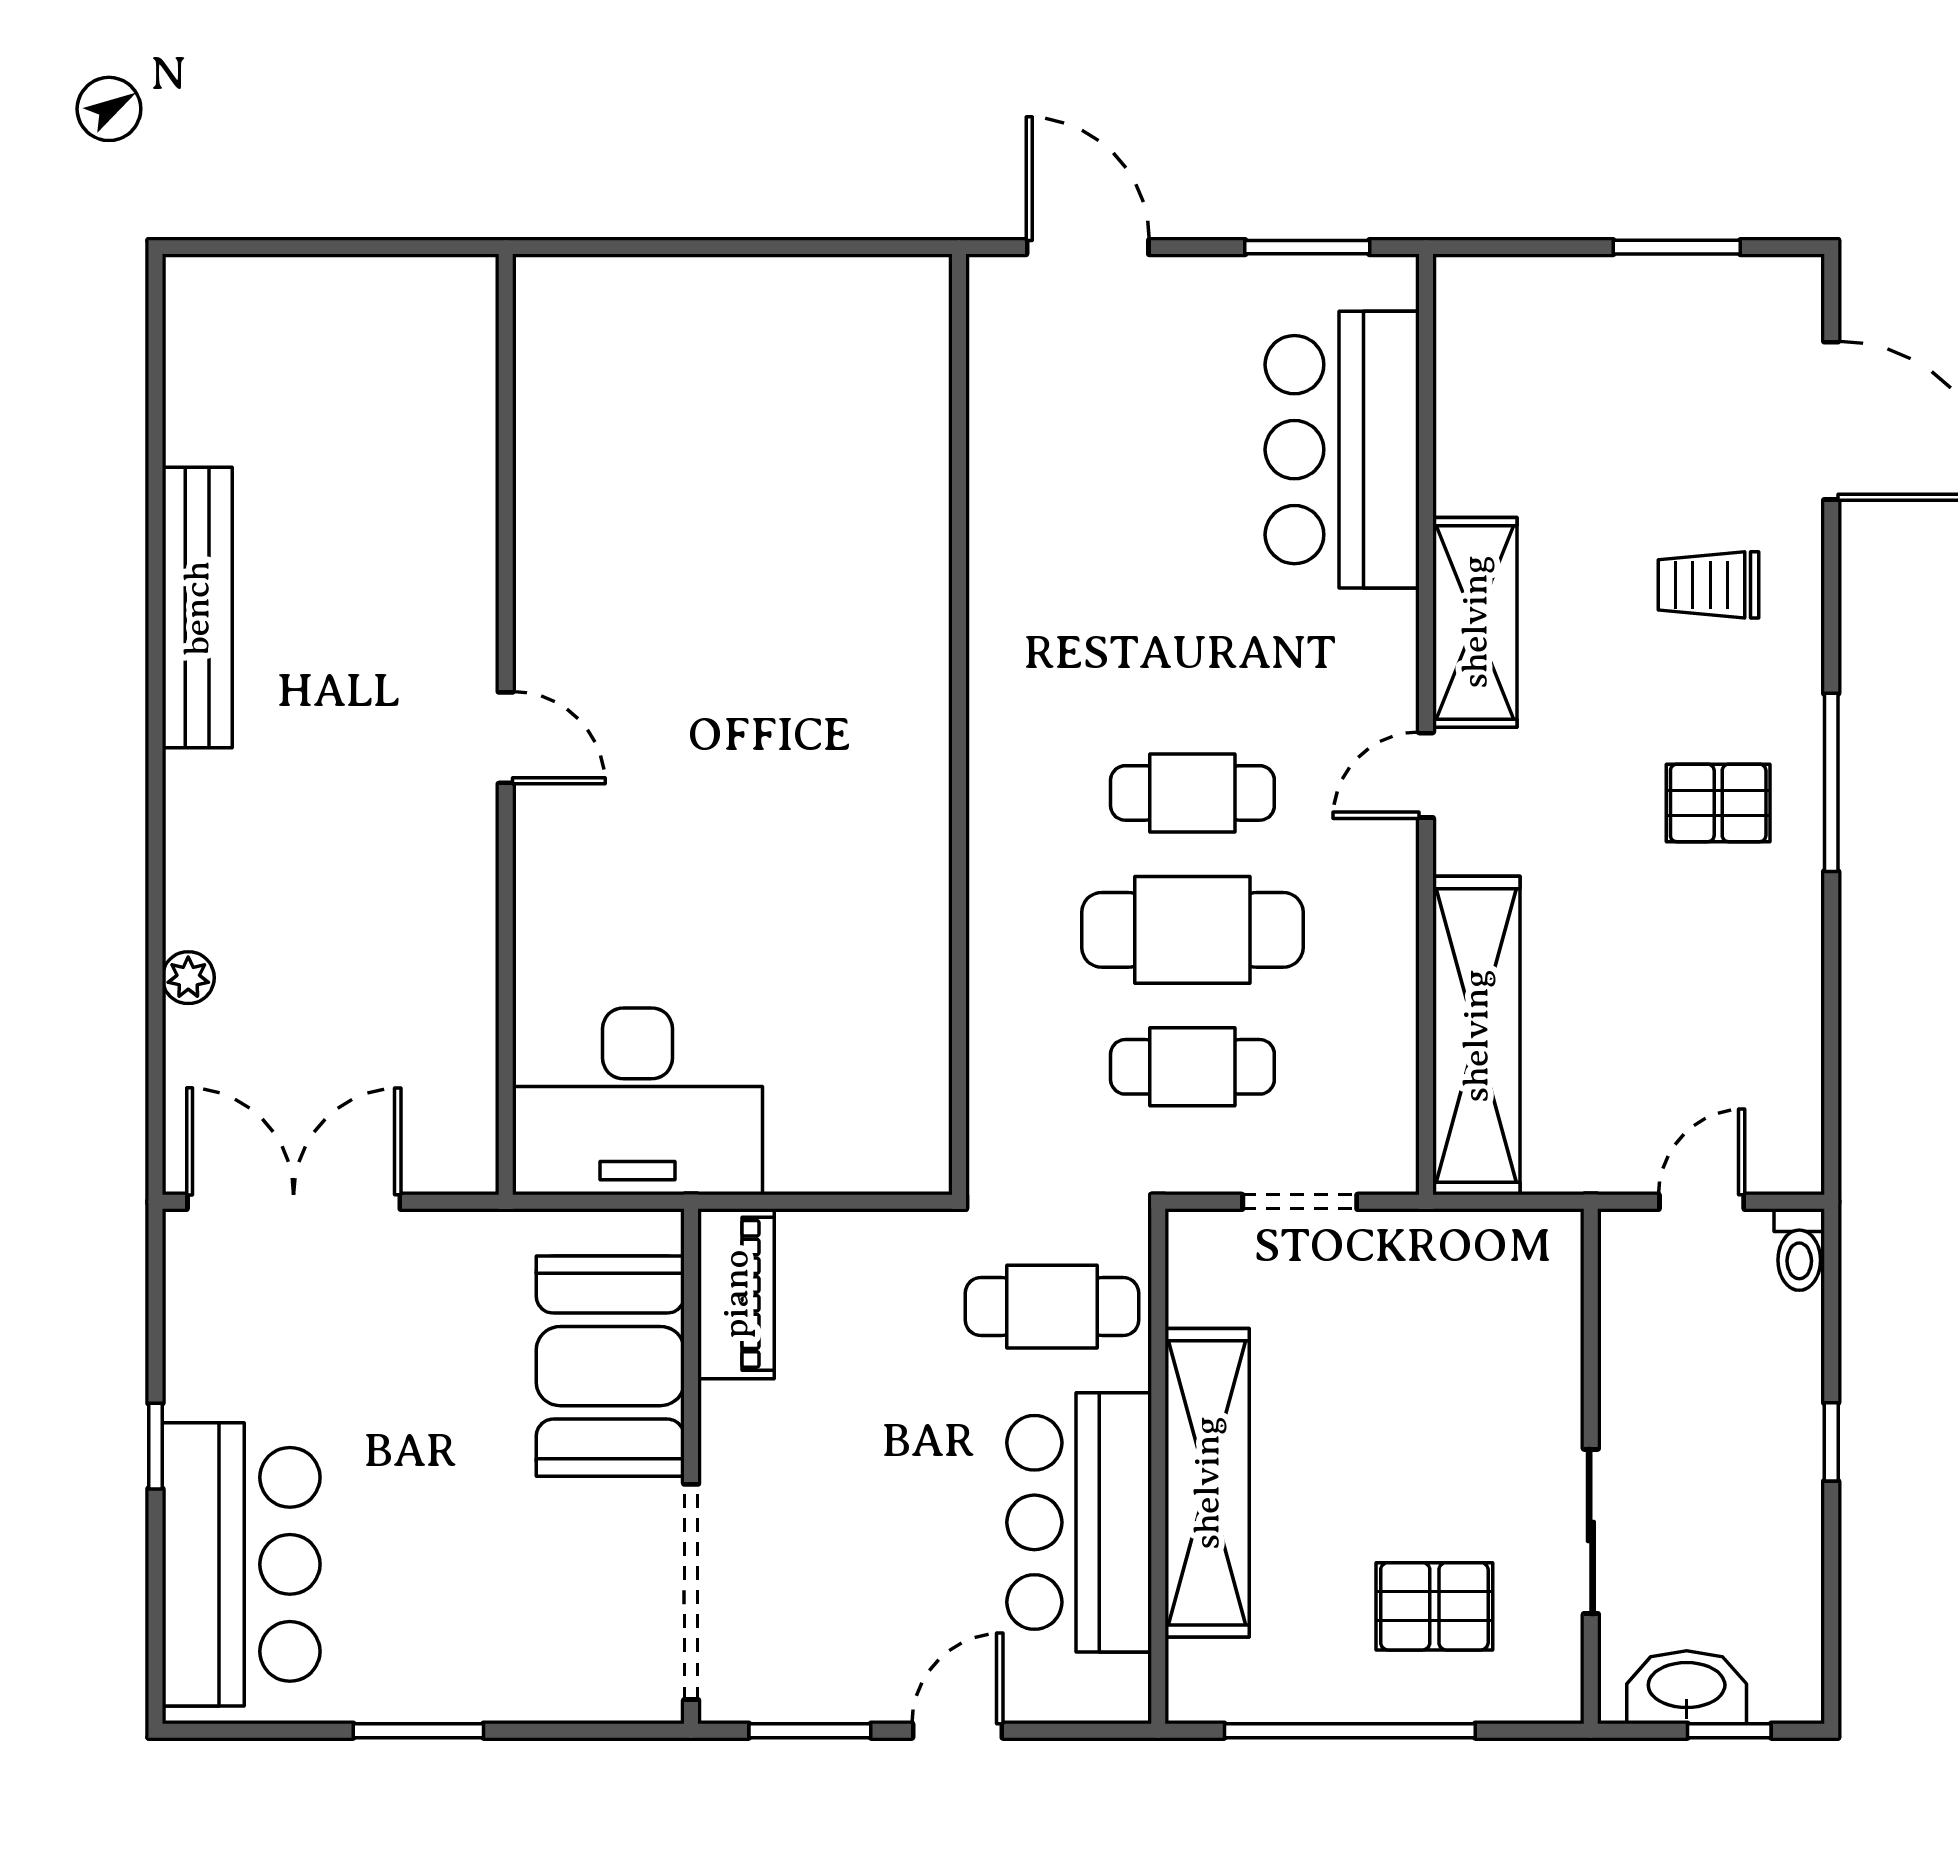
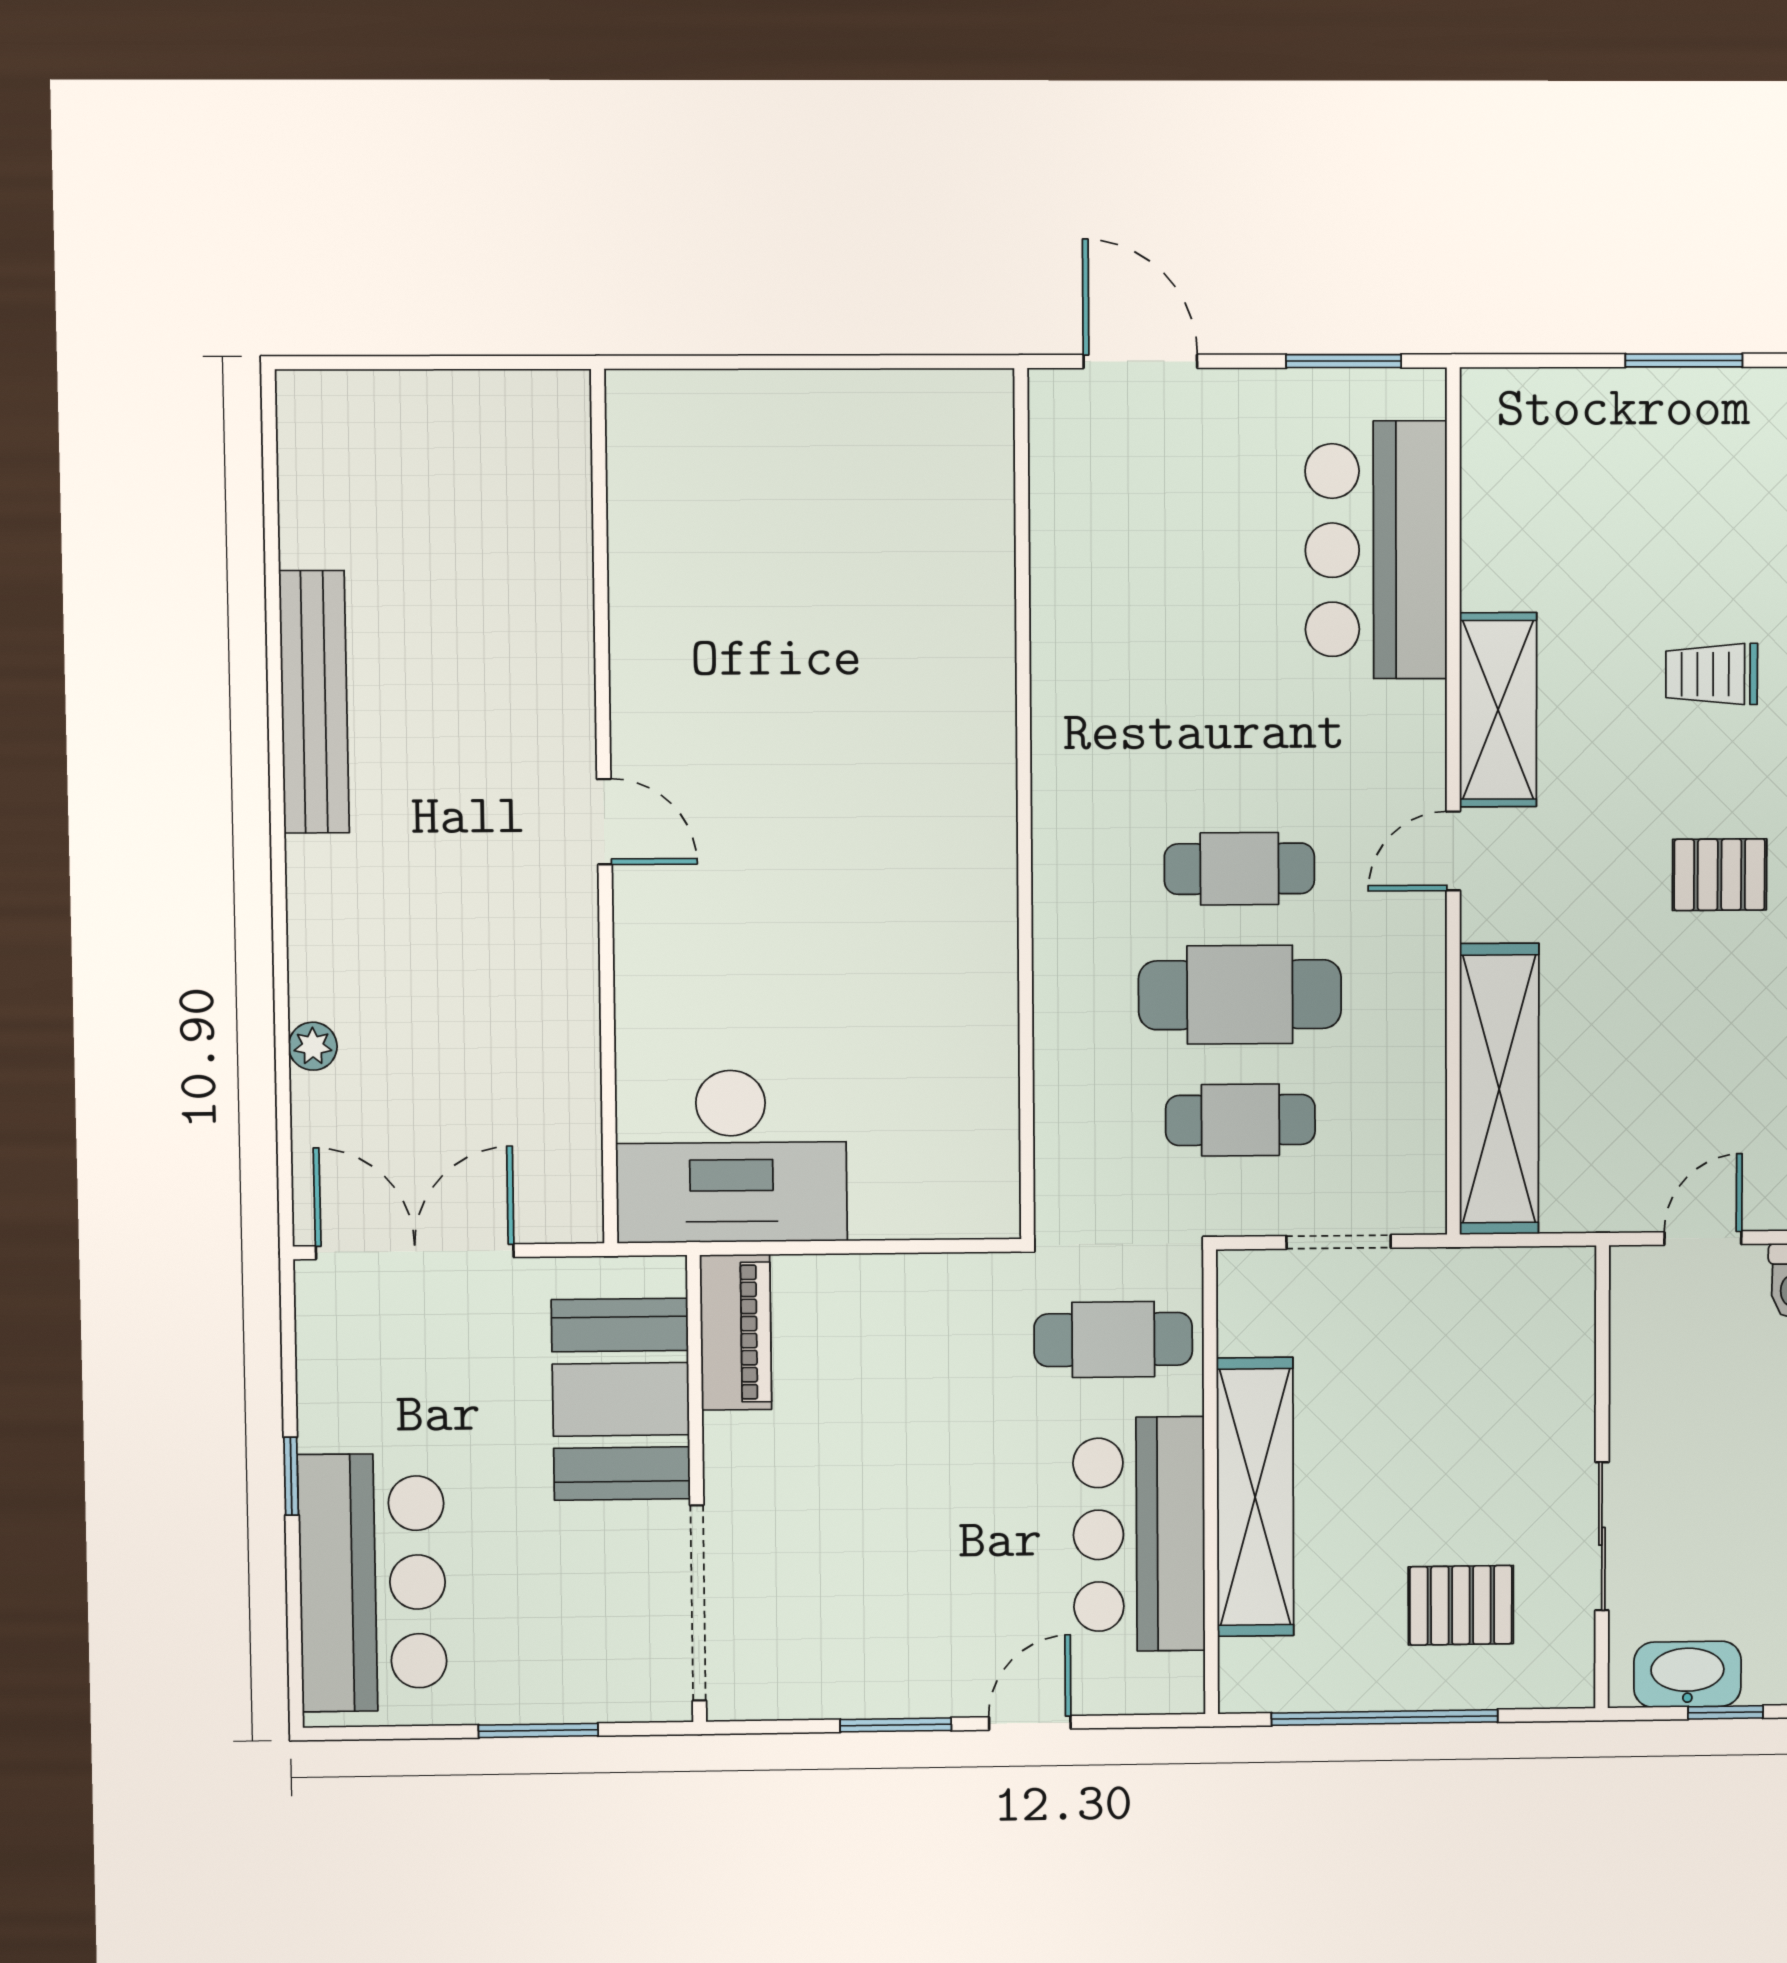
piano: (736, 1294) -> (736, 1332), moved
booth: (610, 1366) -> (621, 1399), moved
wall: (691, 1466) -> (696, 1489), moved
doorway: (691, 1592) -> (698, 1603), moved

